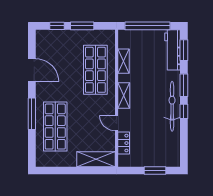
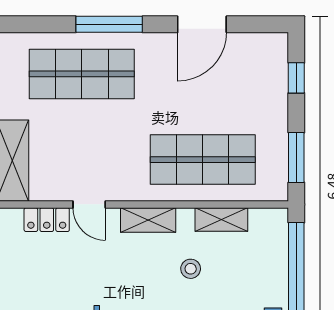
window: (82, 26) -> (296, 158), moved
stool: (147, 75) -> (191, 269), added
door: (117, 123) -> (89, 204), swing flipped

